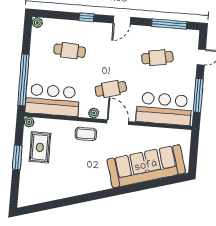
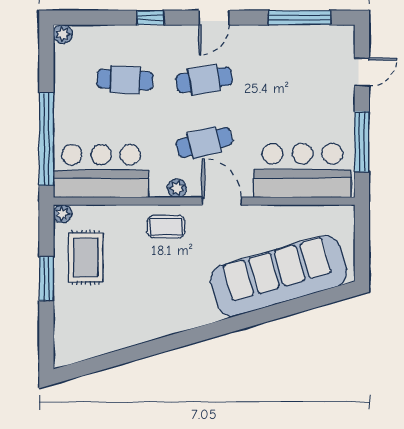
cafe table: (157, 58) -> (204, 80), moved

